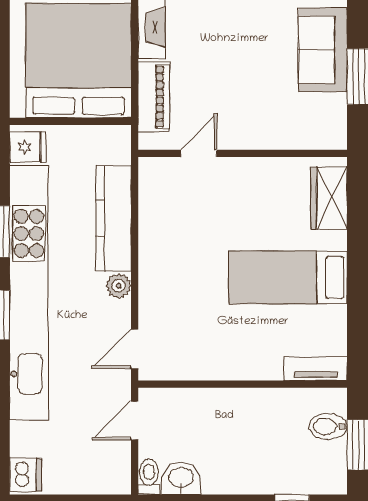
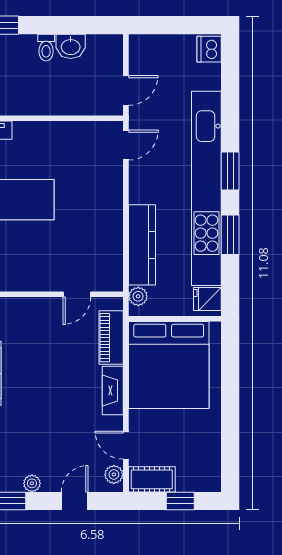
plant: (119, 286) -> (138, 296), moved
toilet: (149, 477) -> (46, 48), moved
washbasin: (181, 478) -> (71, 46), moved

